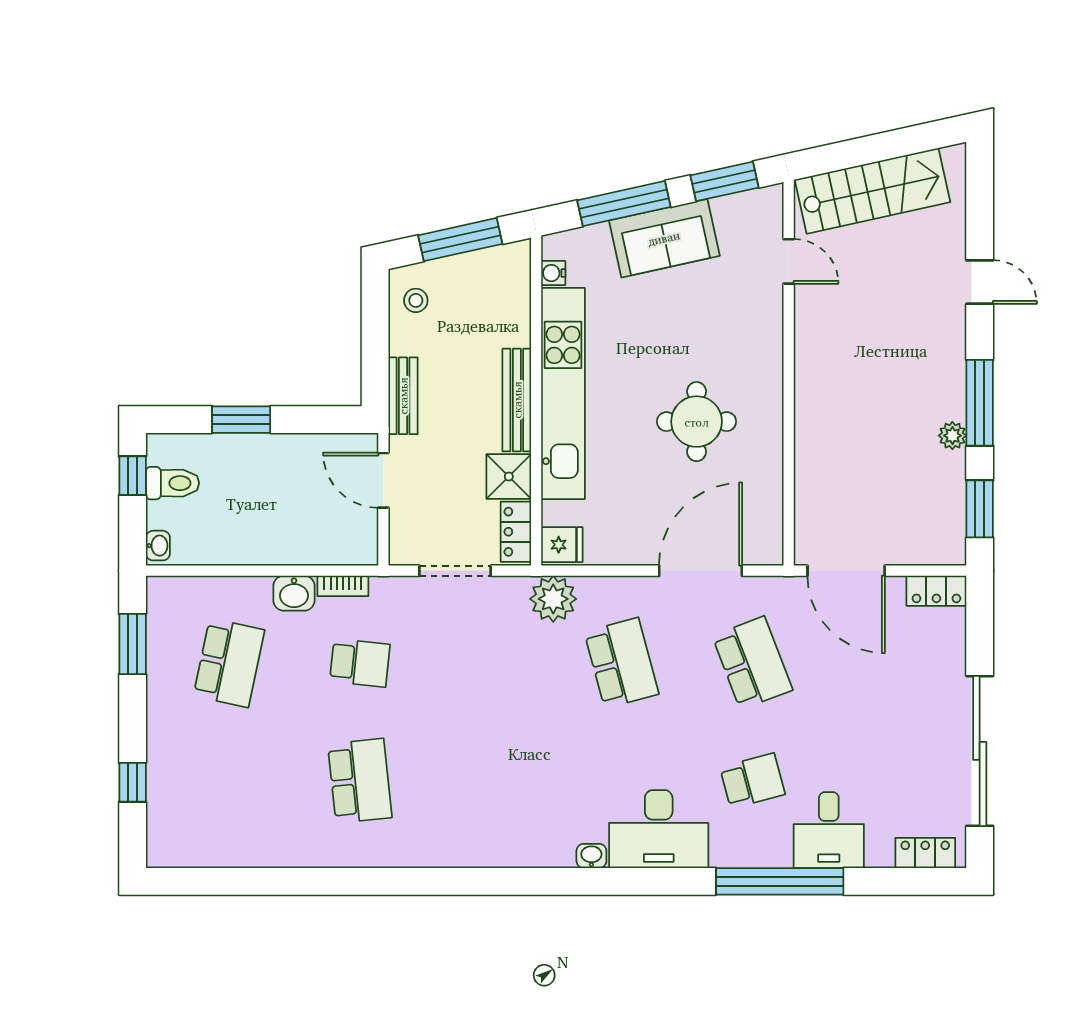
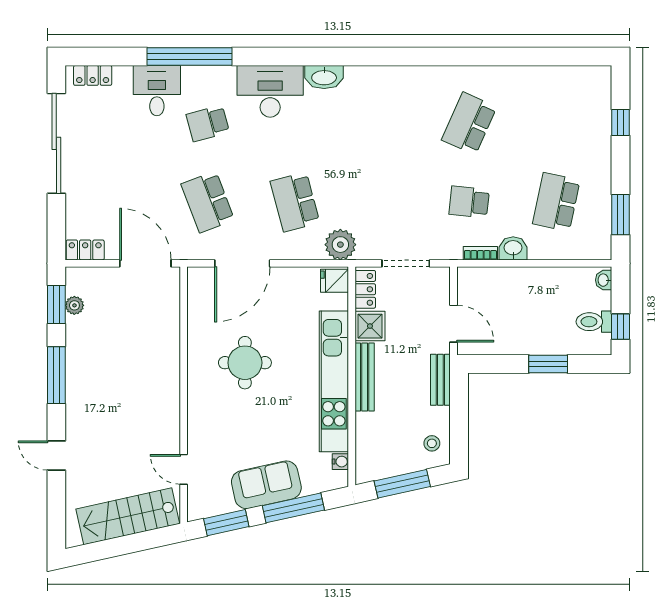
plant: (952, 436) -> (74, 305), moved
school desk: (360, 781) -> (469, 123), turned 30
washbasin: (591, 856) -> (324, 77), width x1.91, depth x1.45

